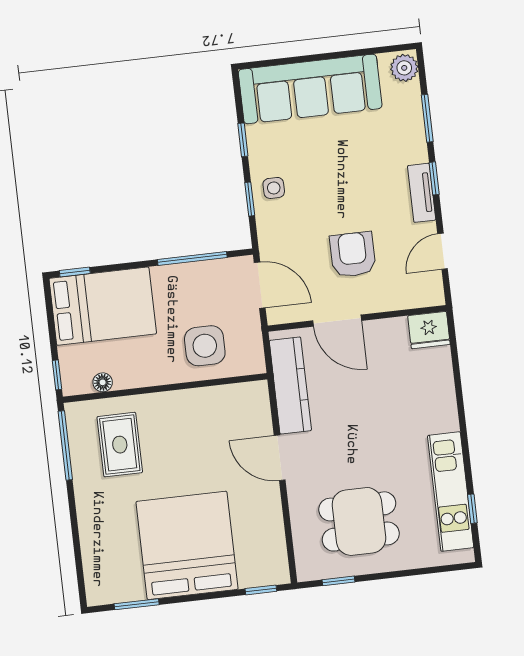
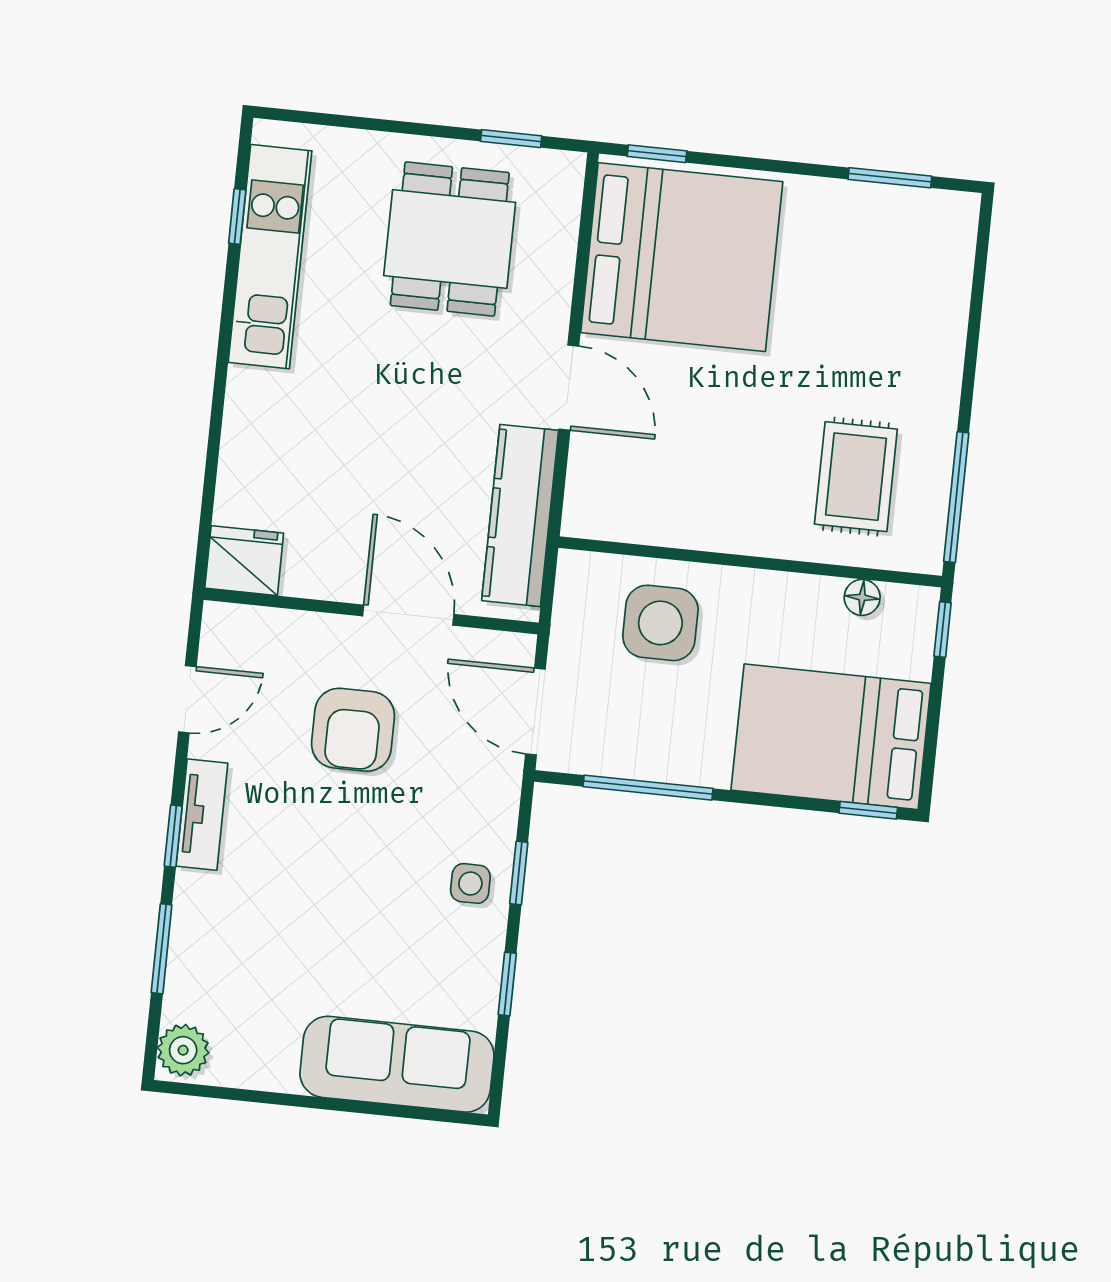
sofa: (310, 89) -> (397, 1064), width x0.74, depth x0.79
dining table: (359, 521) -> (450, 239), turned 90
bed: (187, 545) -> (682, 257), moved, turned -90

